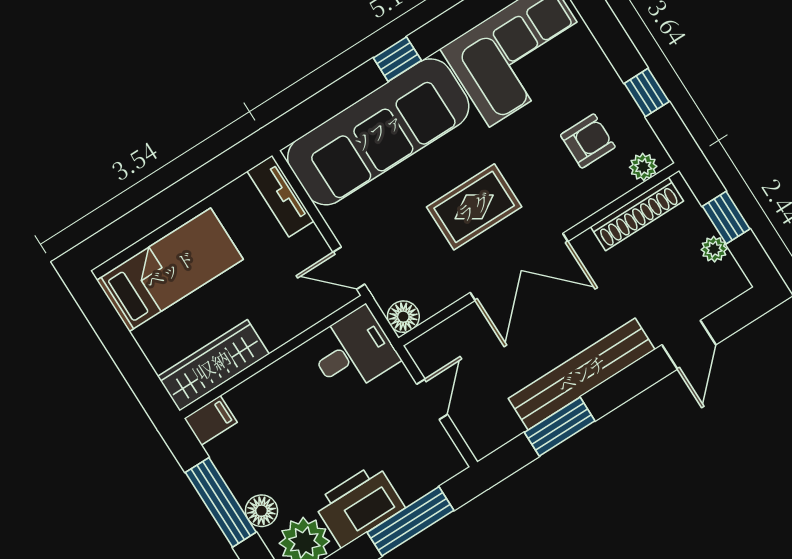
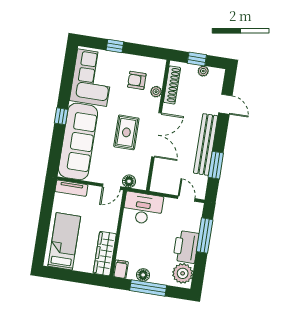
window: (647, 93) -> (115, 46), moved
armchair: (588, 141) -> (137, 80), turned -90
plant: (643, 167) -> (156, 92), moved
floor lamp: (403, 317) -> (129, 181), moved
desk: (353, 351) -> (143, 208), width x1.37
door: (432, 399) -> (186, 199), moved
floor lamp: (262, 511) -> (143, 275), moved

